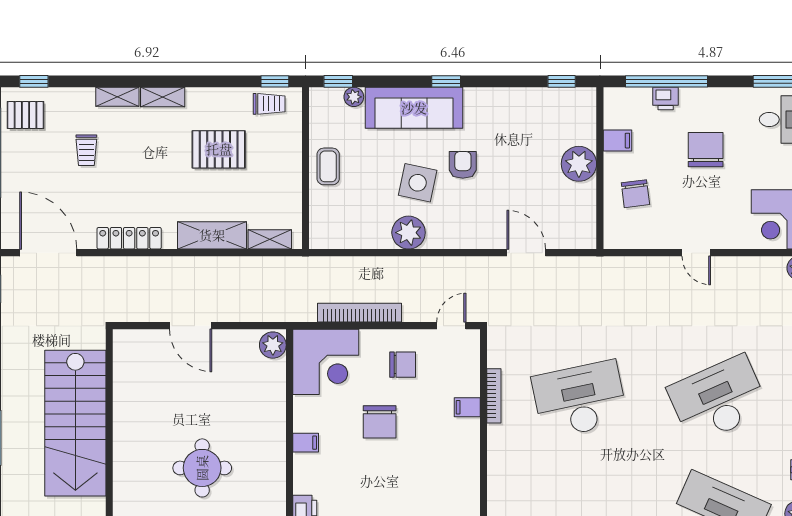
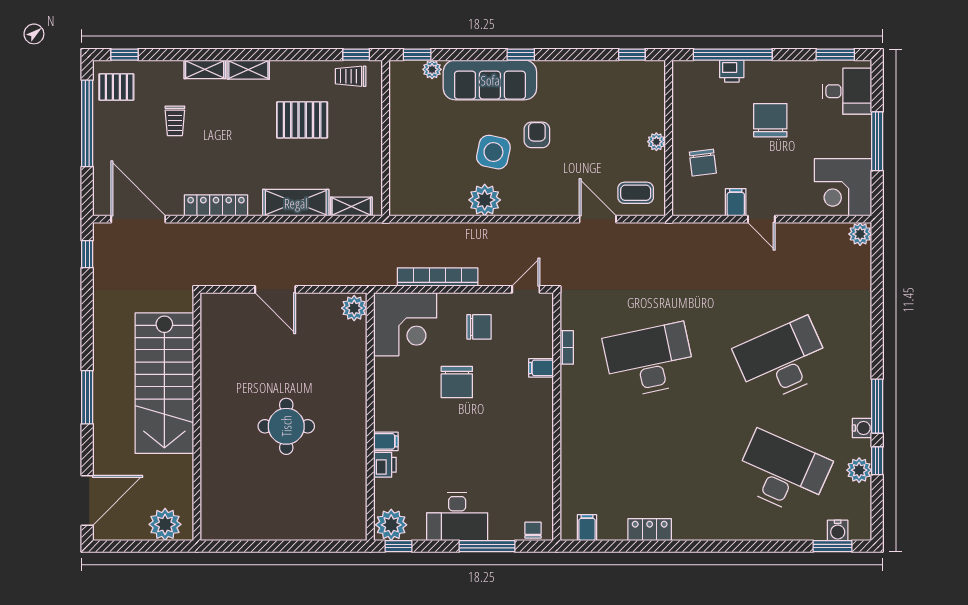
trolley: (269, 104) -> (351, 76), turned 180
filing cabinet: (618, 141) -> (736, 202), moved, turned -90
plant: (579, 164) -> (656, 142), width x0.53, depth x0.53
coffee table: (328, 166) -> (636, 193), moved, turned 90
bookcase: (494, 396) -> (567, 347), width x0.64
filing cabinet: (306, 443) -> (386, 441), moved

